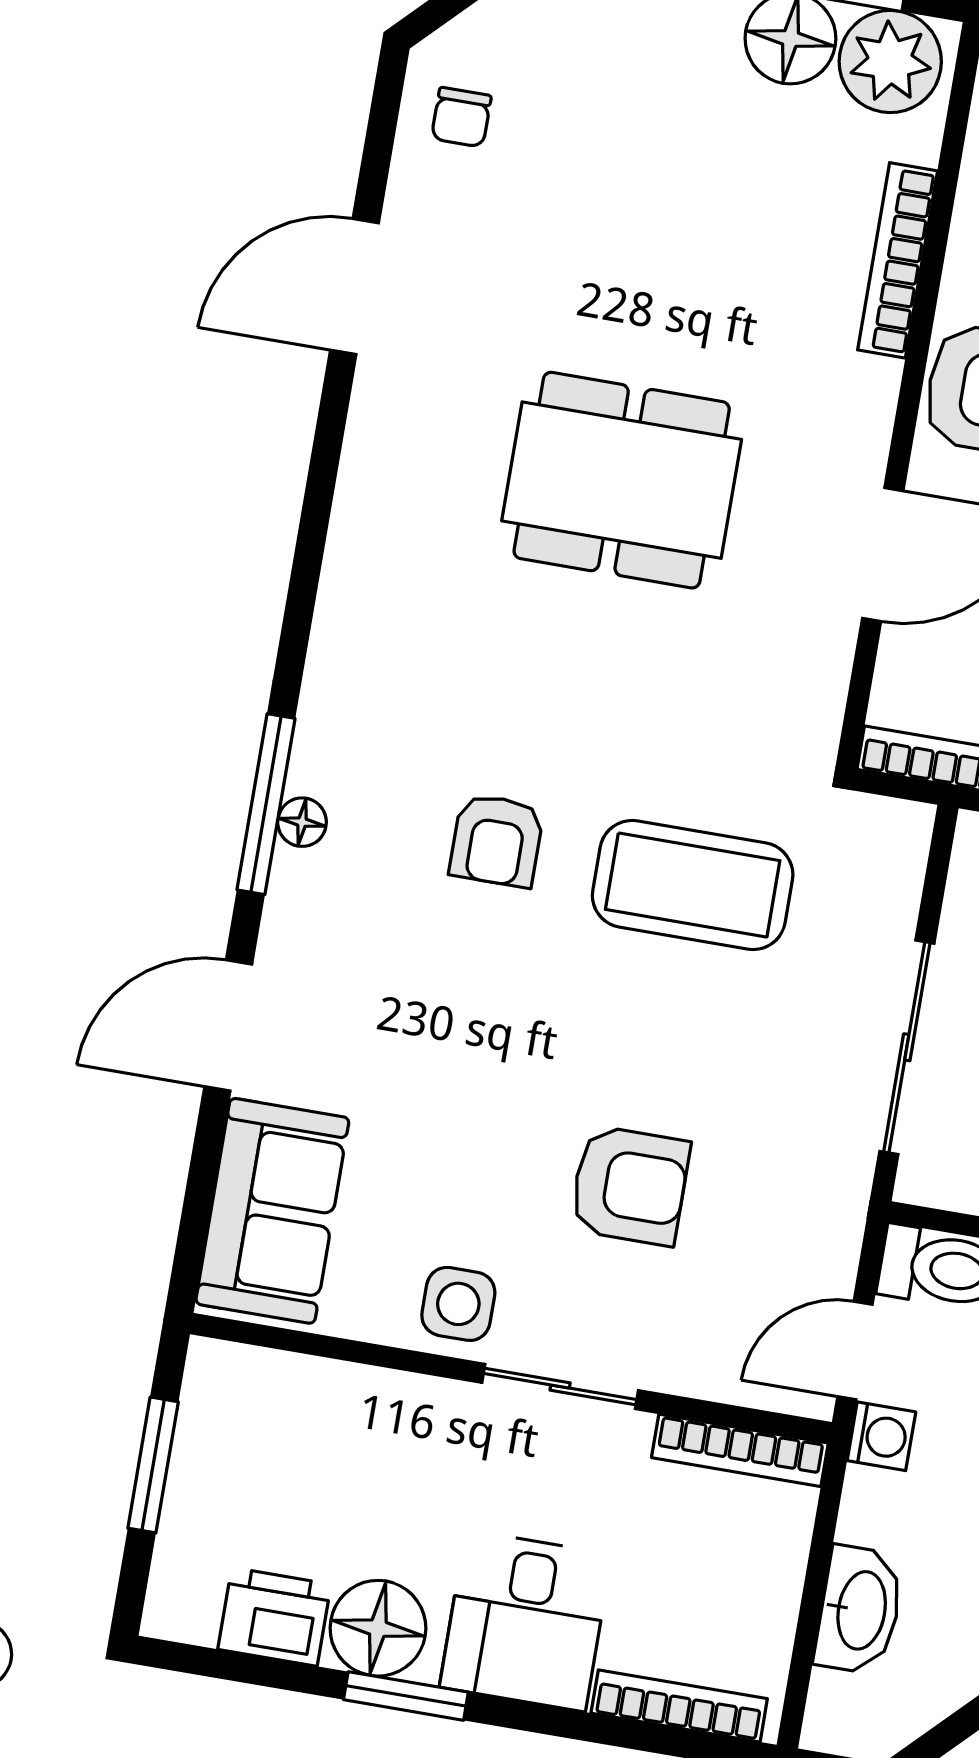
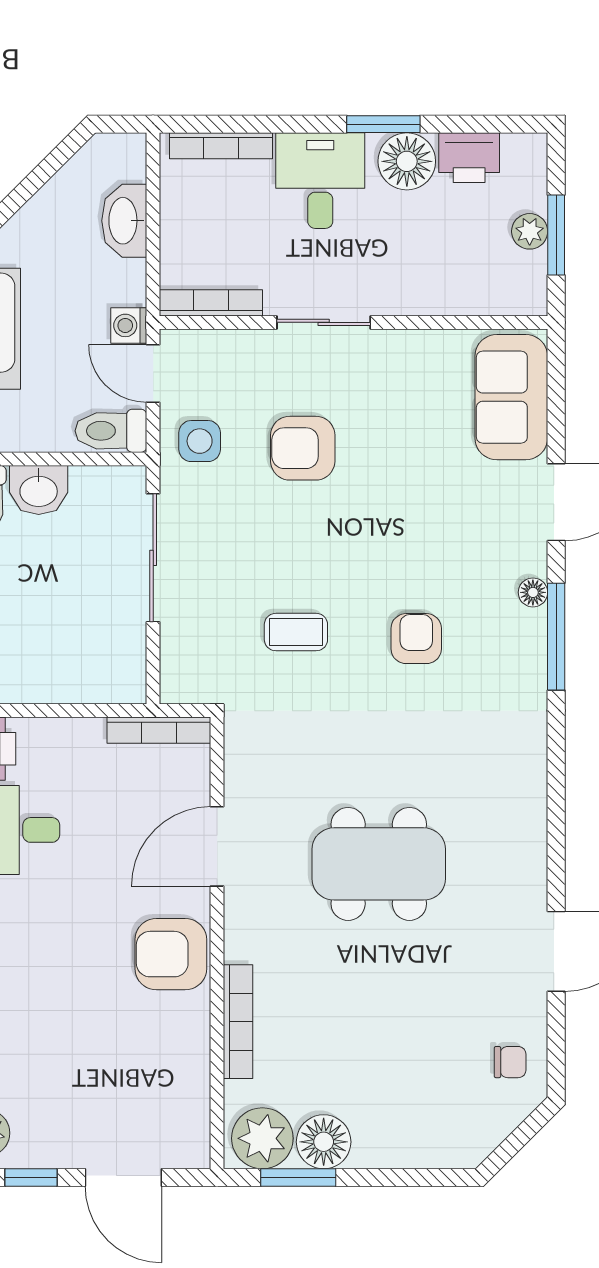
chair: (461, 117) -> (510, 1062), turned 90
floor lamp: (302, 822) -> (533, 592), moved
coffee table: (693, 885) -> (296, 632), width x0.54, depth x0.58
side table: (458, 1304) -> (200, 441), moved
door: (855, 1350) -> (153, 374), swing flipped
plant: (196, 1478) -> (530, 231), added

